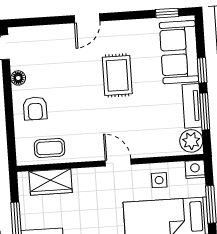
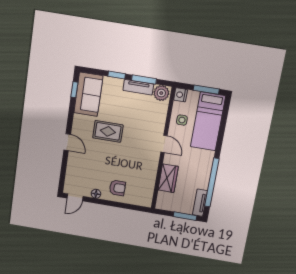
sofa: (179, 52) -> (88, 94), moved, turned -90
coffee table: (49, 148) -> (145, 185), removed
door: (118, 162) -> (164, 144), swing flipped
wardrobe: (51, 182) -> (168, 178), moved

